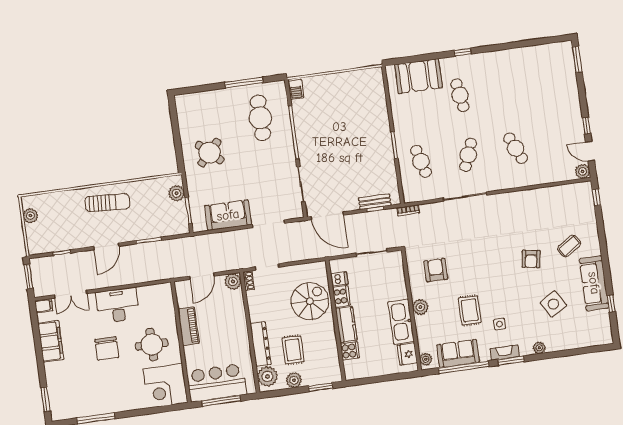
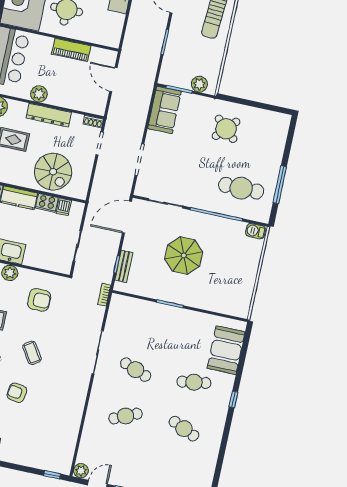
parasol: (344, 149) -> (184, 256), added
cafe table: (421, 161) -> (184, 429), moved, turned 39
sofa: (228, 215) -> (164, 110), moved
coffee table: (569, 246) -> (32, 353), moved
plant: (233, 281) -> (39, 94), moved
dresser: (261, 344) -> (49, 115), moved

